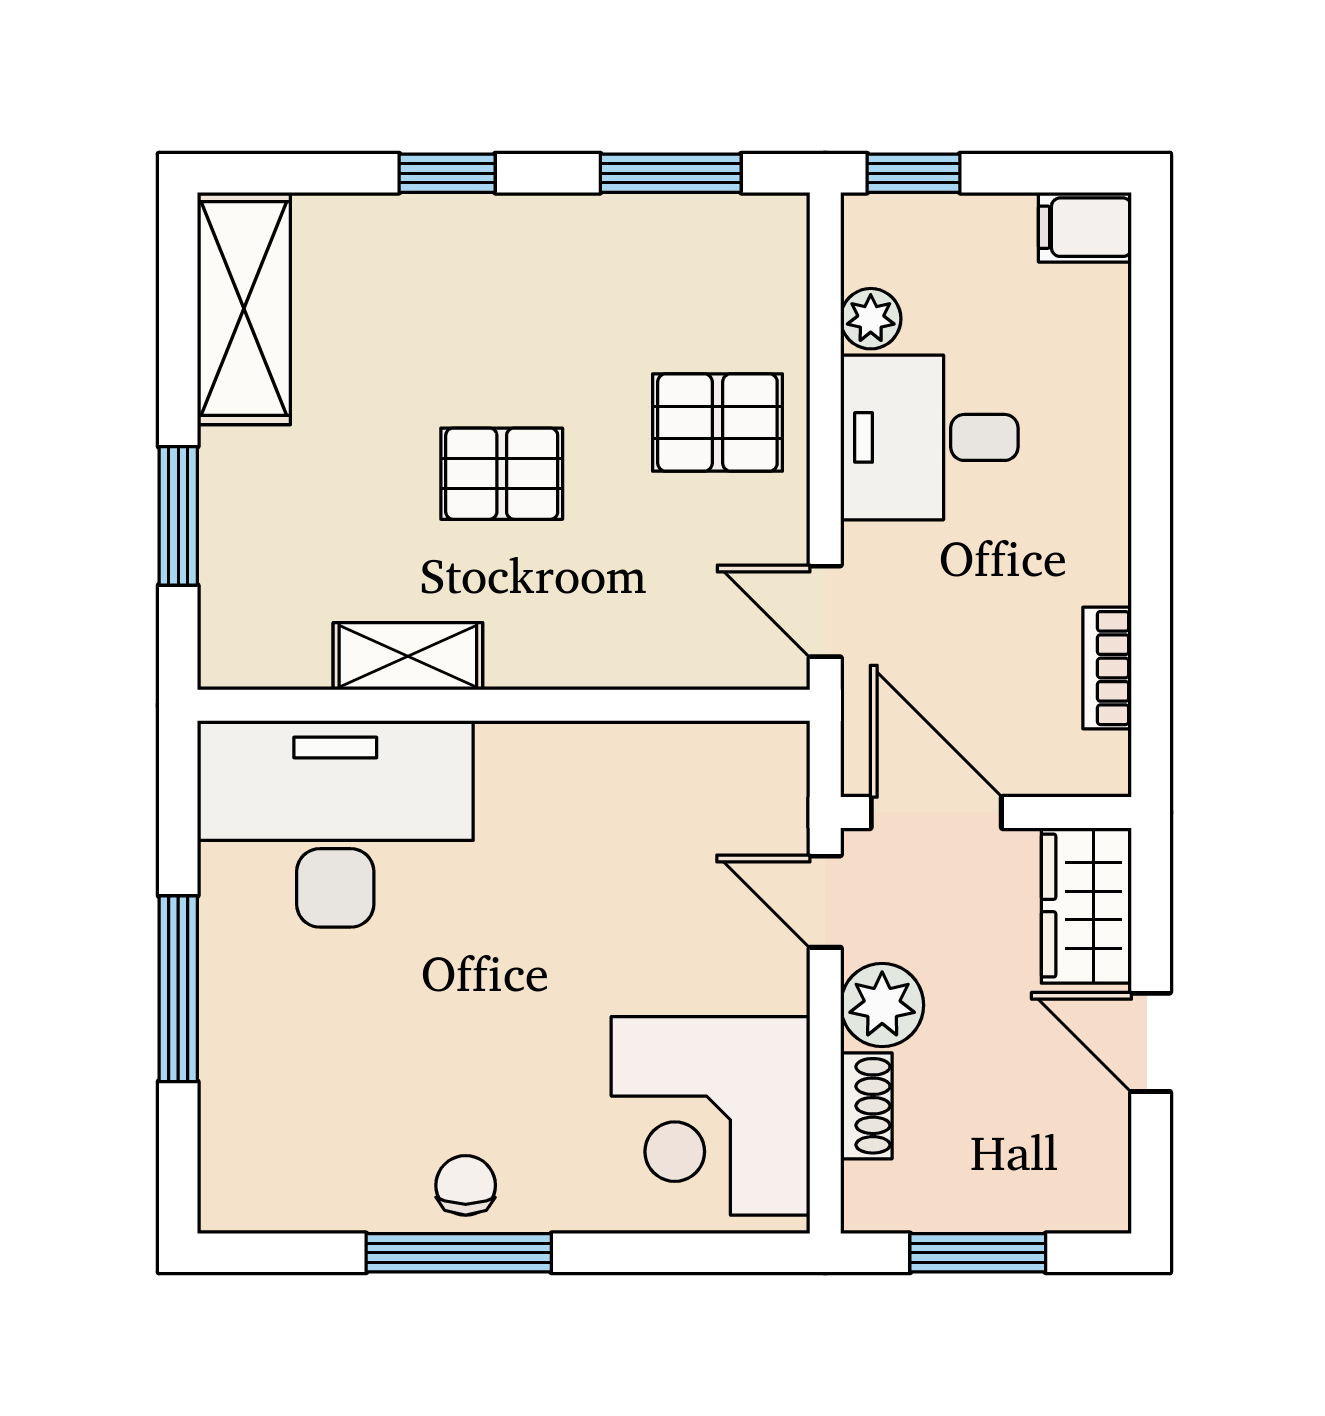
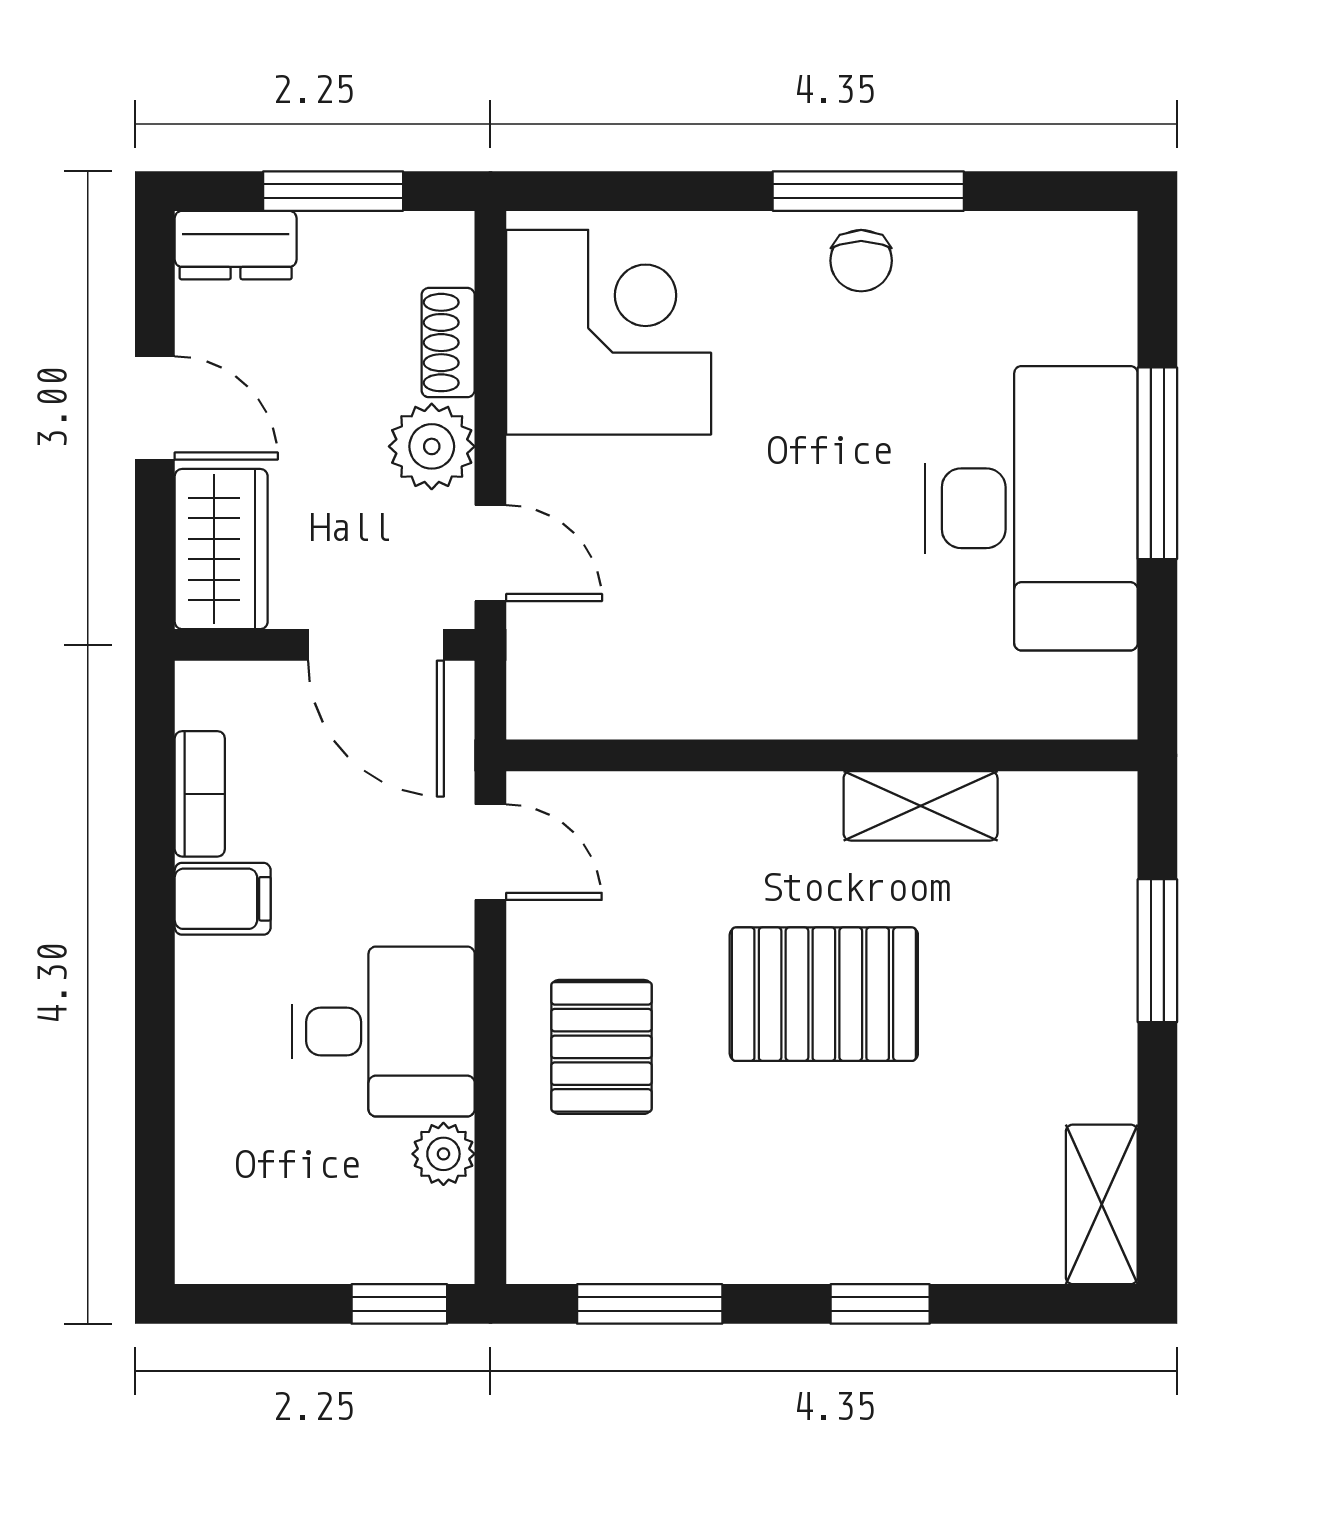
filing cabinet: (1085, 227) -> (223, 899), moved
shelving: (244, 308) -> (1102, 1204), width x0.67, depth x0.75
pallet: (717, 423) -> (601, 1047), turned 90
pallet: (502, 474) -> (824, 994), width x1.50, depth x1.42
desk: (335, 824) -> (1031, 508), moved, turned -90
dresser: (1072, 1200) -> (236, 245), added

